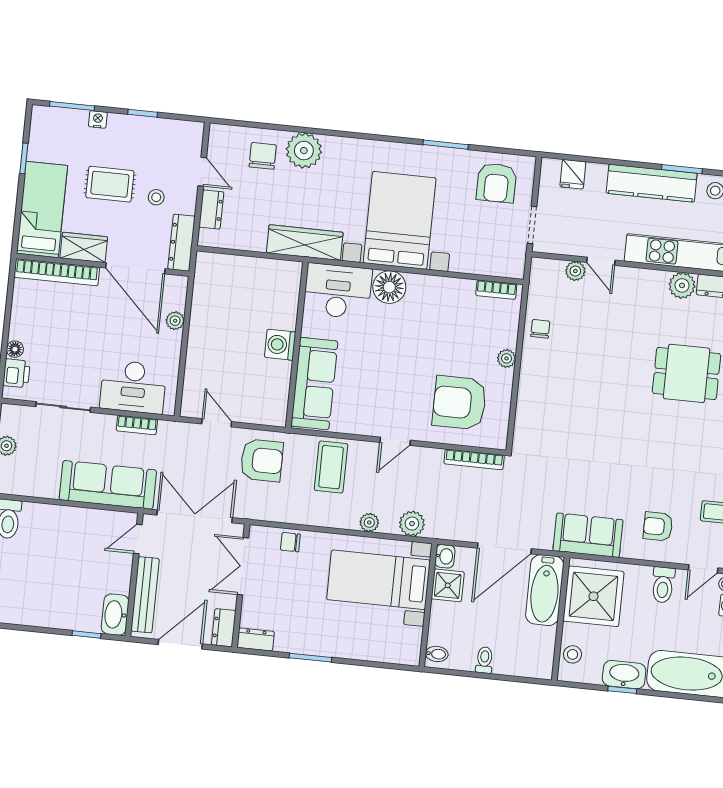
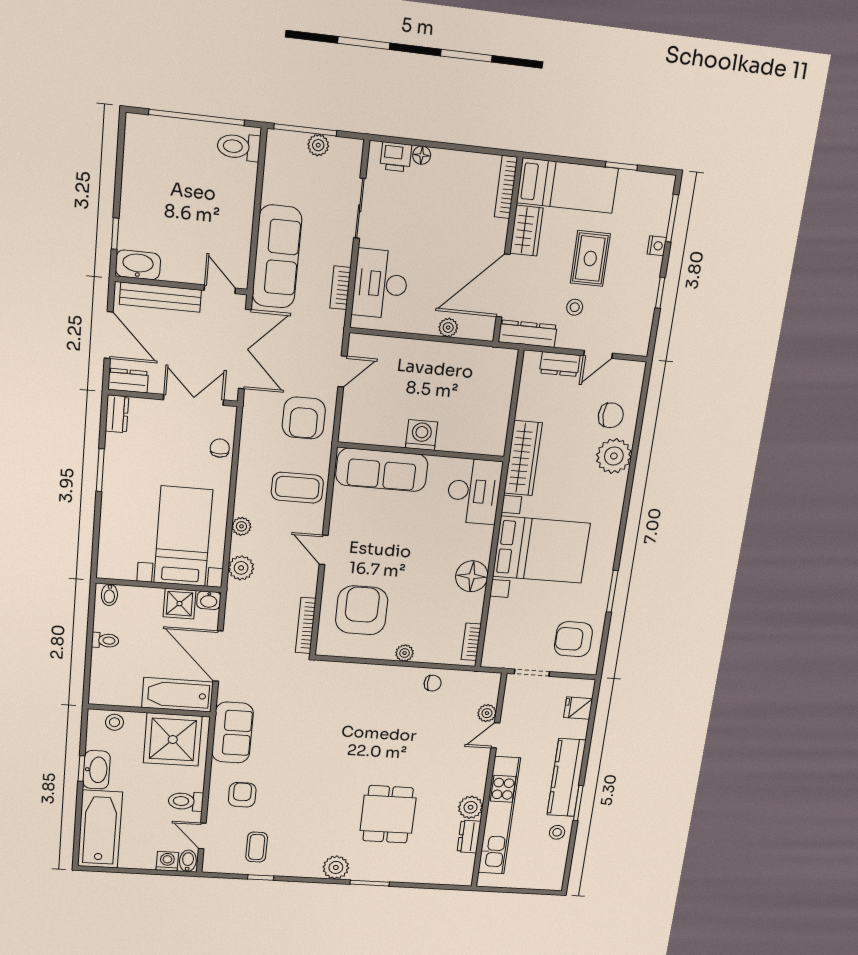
bookcase: (57, 272) -> (506, 187), width x0.68, depth x0.76
floor lamp: (389, 287) -> (472, 576), moved

